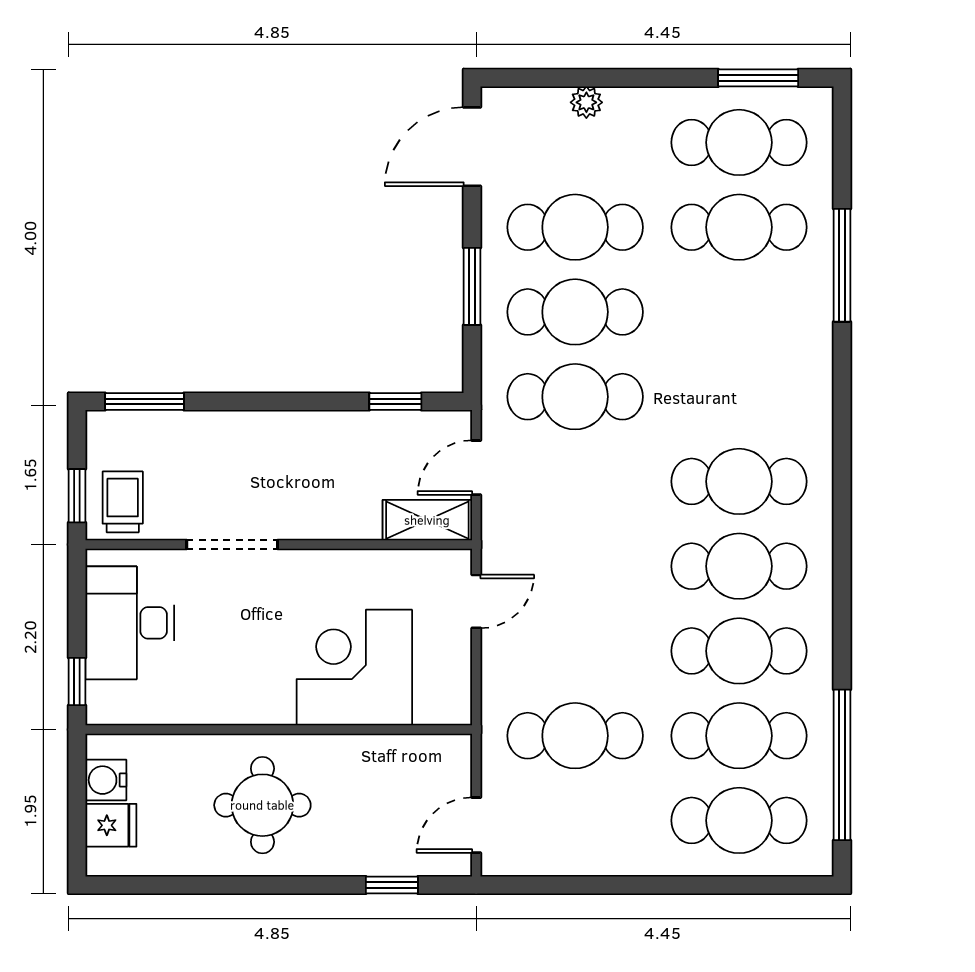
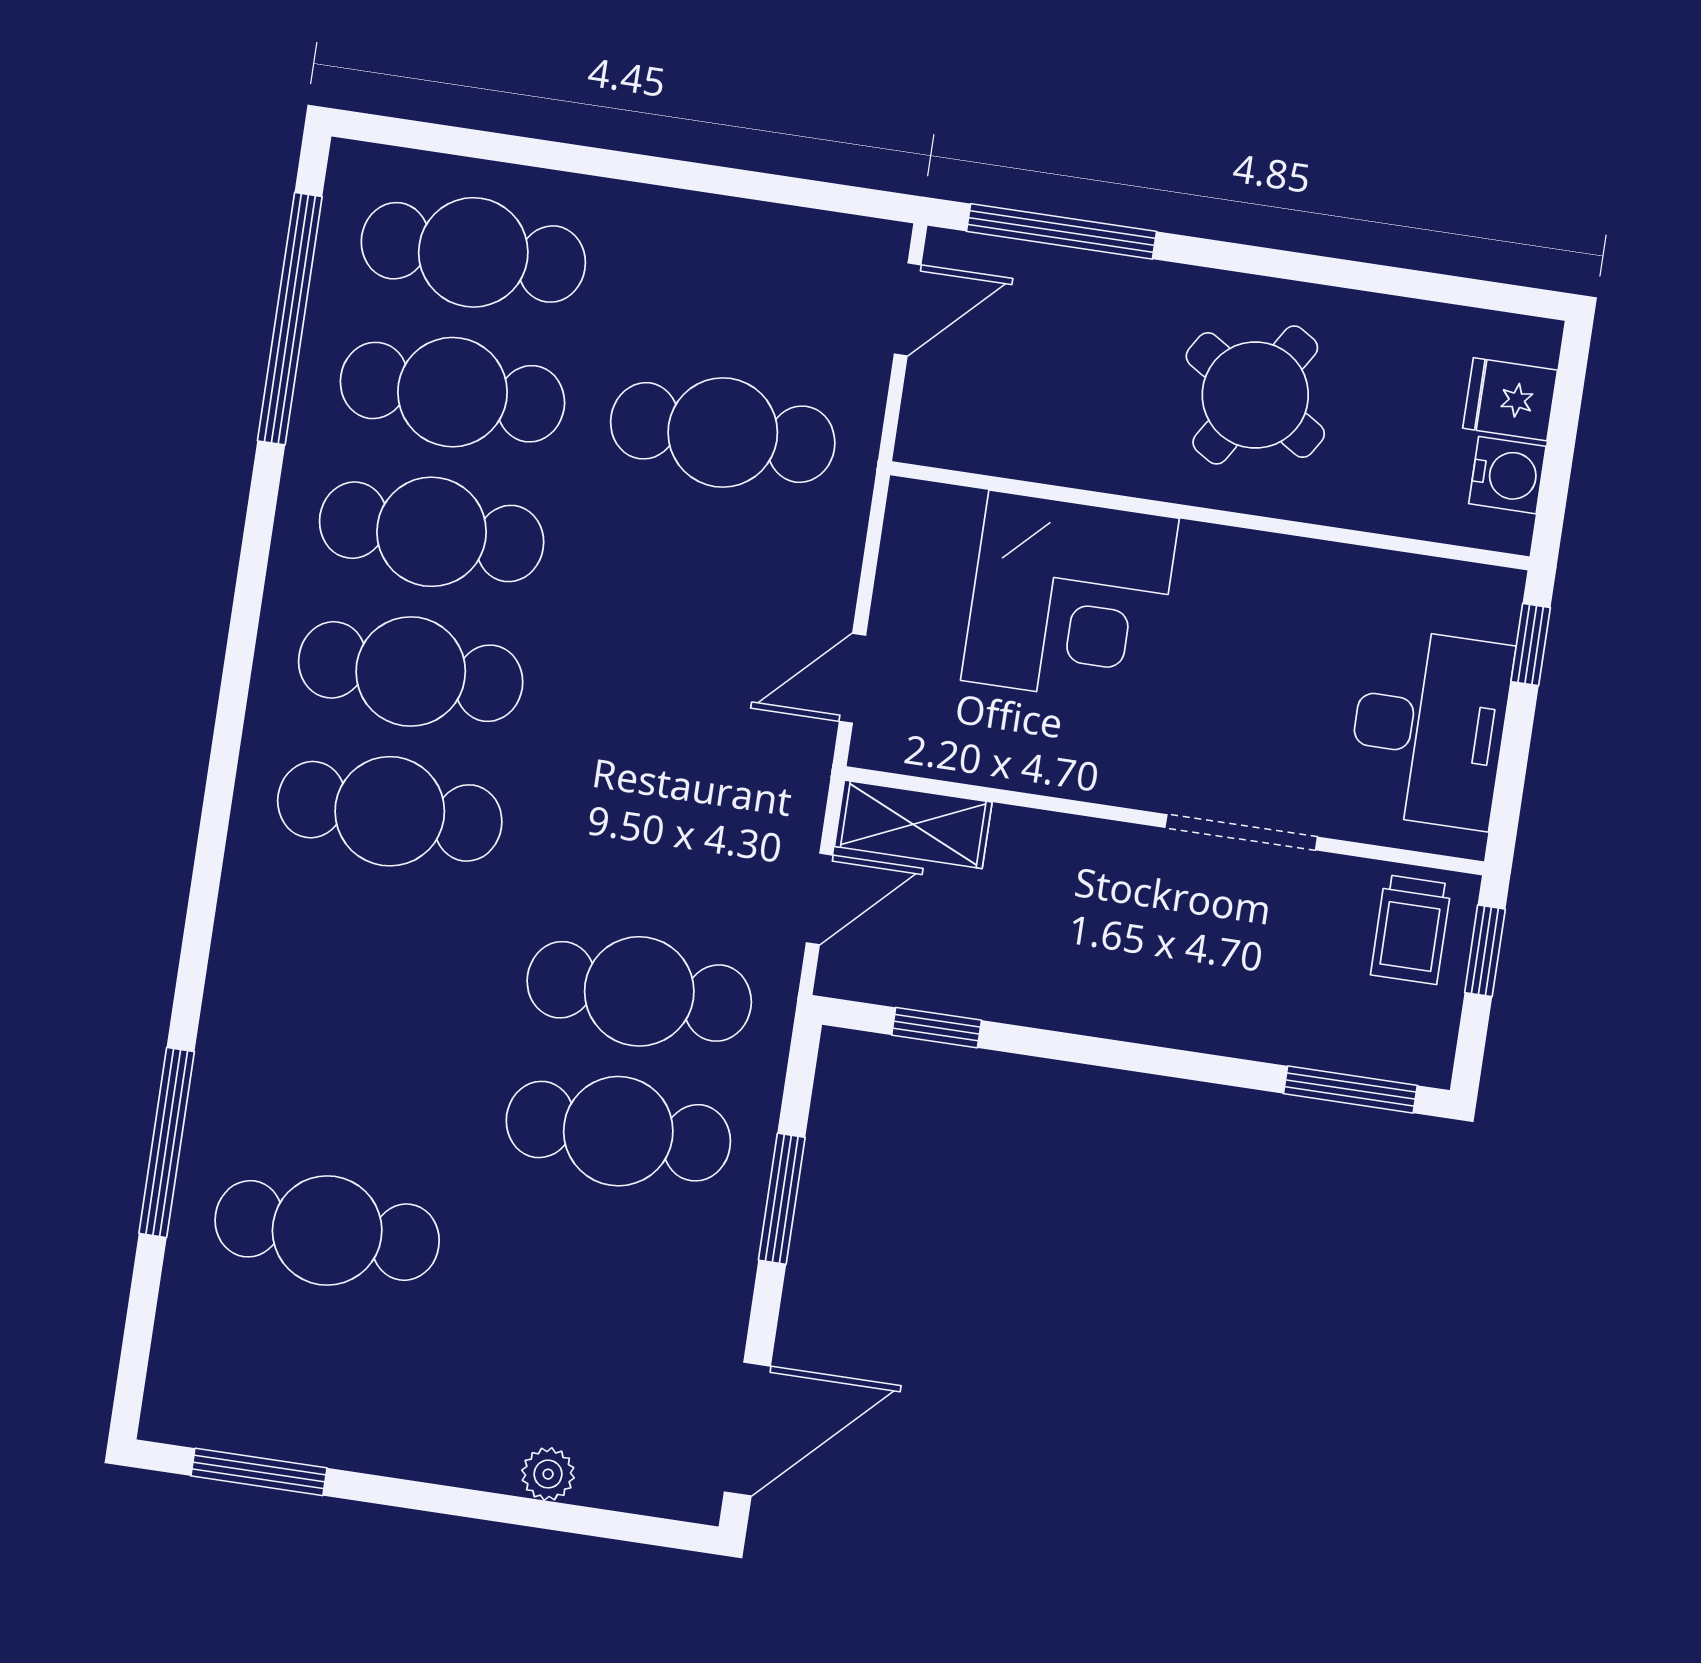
cafe table: (739, 142) -> (306, 1370), removed
cafe table: (575, 227) -> (597, 1271), removed
round table: (262, 805) -> (1255, 395), turned 32
window: (392, 885) -> (1062, 231), width x2.17

